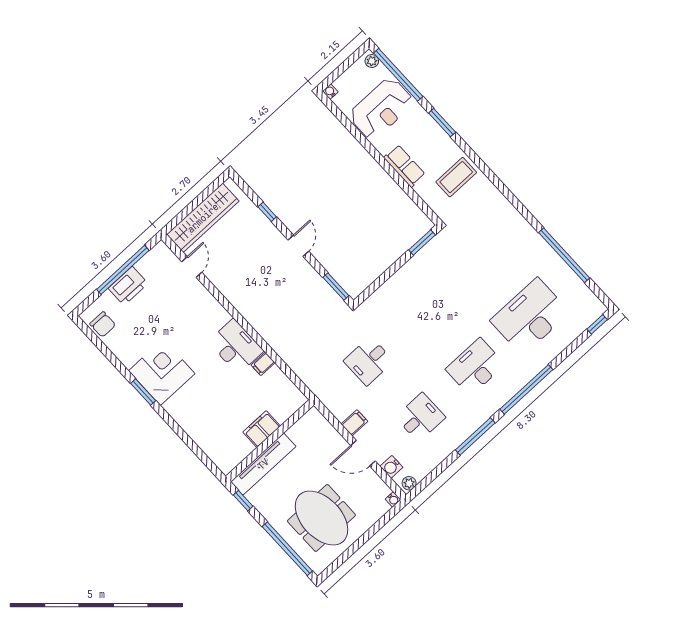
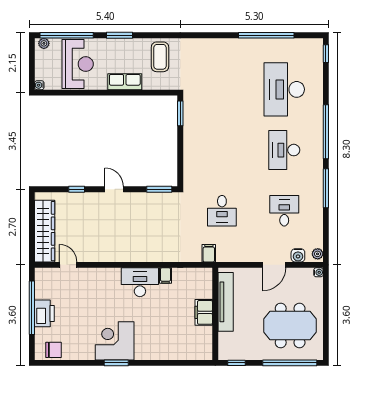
filing cabinet: (354, 423) -> (209, 253), moved
tv unit: (263, 464) -> (226, 302), moved

